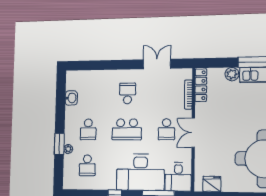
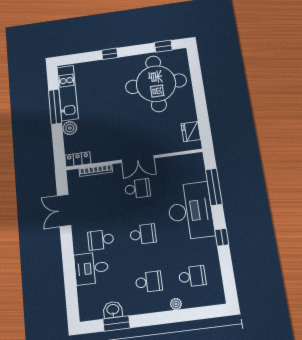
locker: (201, 85) -> (78, 159), width x0.66
school desk: (127, 129) -> (143, 234), width x0.54
window: (59, 144) -> (116, 324), moved
desk: (178, 177) -> (91, 268), moved, turned 180

